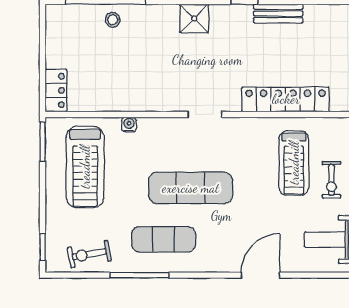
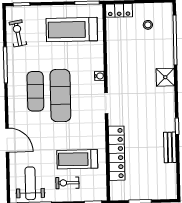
shower: (194, 18) -> (165, 77), moved
stool: (113, 20) -> (148, 25), moved
water cooler: (129, 124) -> (99, 76), moved
exercise mat: (164, 239) -> (35, 91), moved

